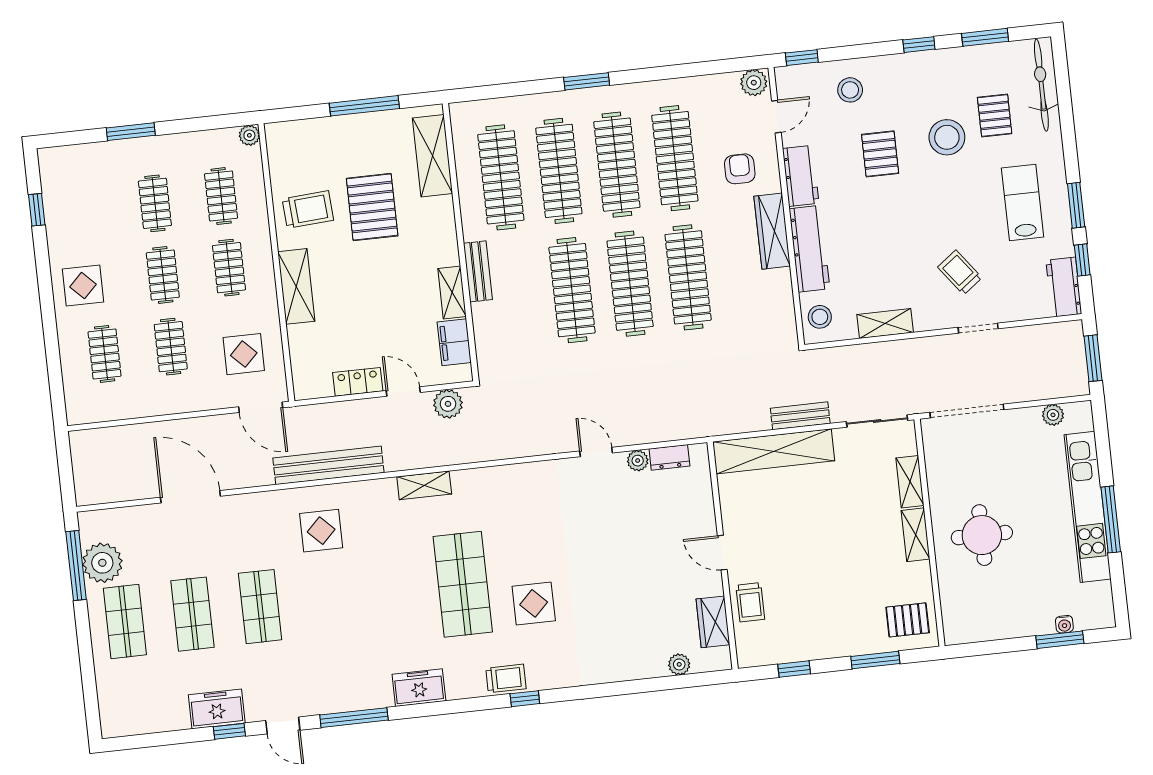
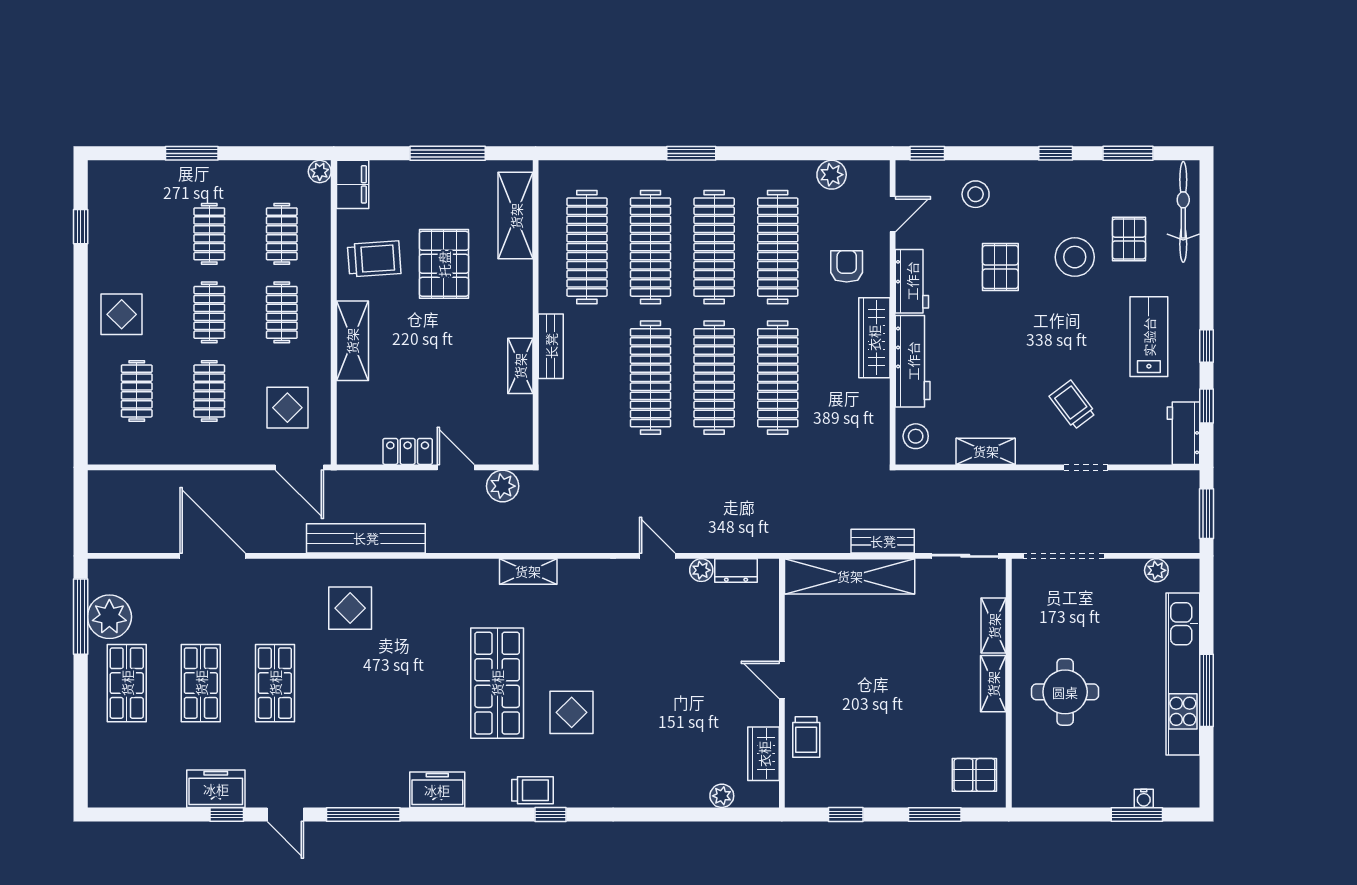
plant: (754, 83) -> (832, 175), moved
window: (1076, 205) -> (1207, 346), width x0.67
filing cabinet: (454, 342) -> (353, 184), moved, turned 180
shelving: (424, 485) -> (528, 571), moved

